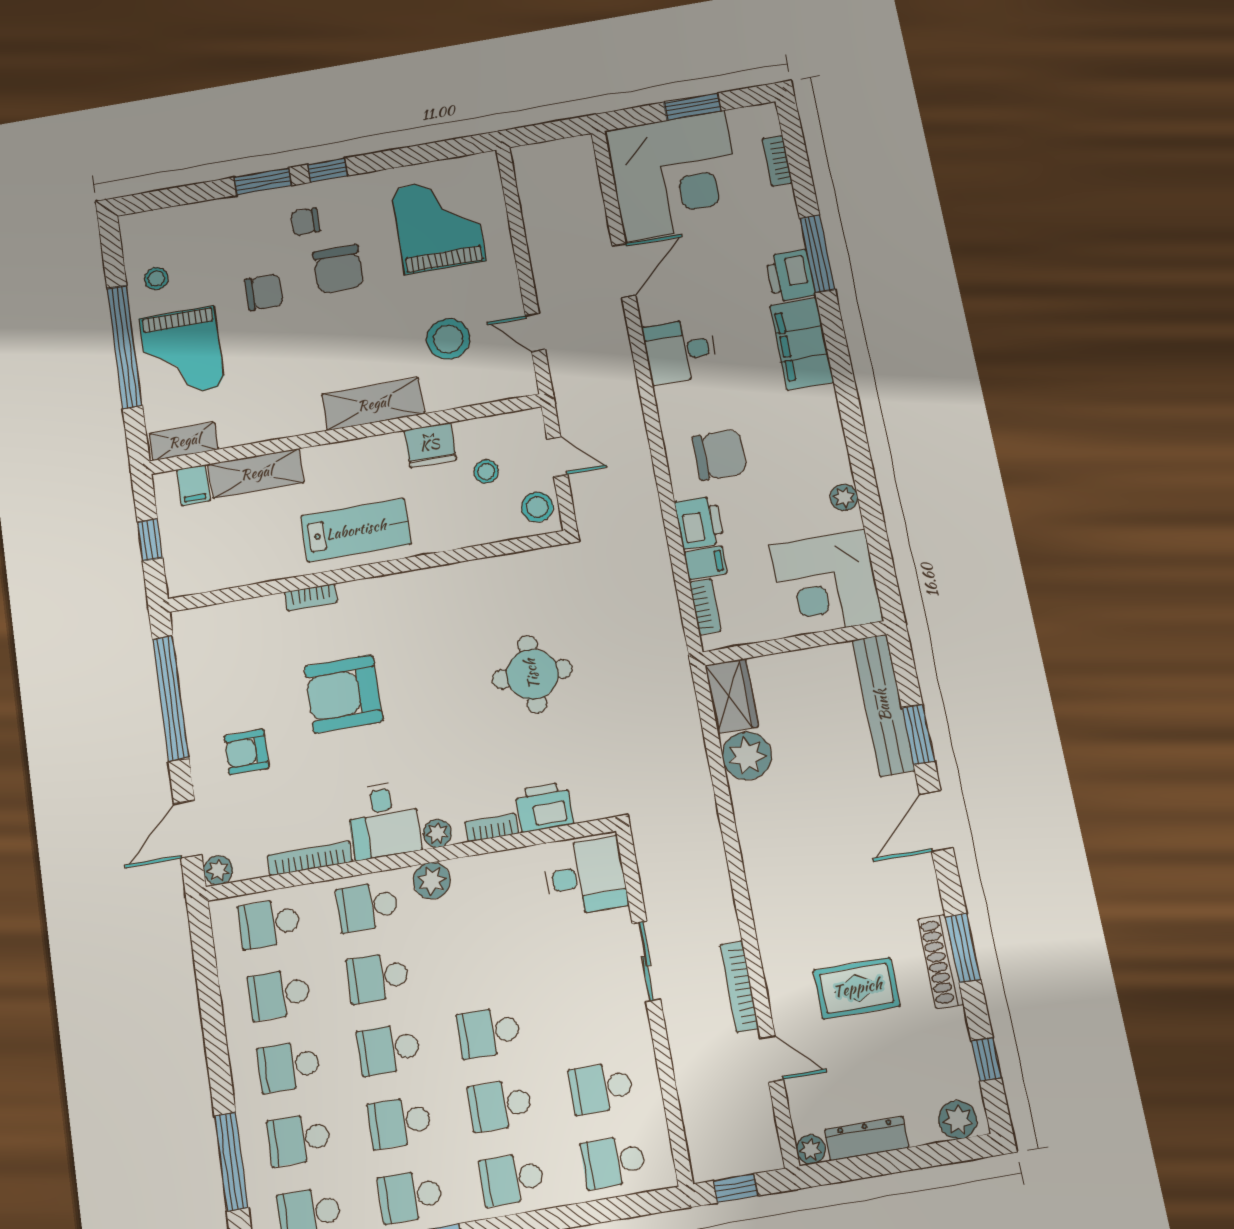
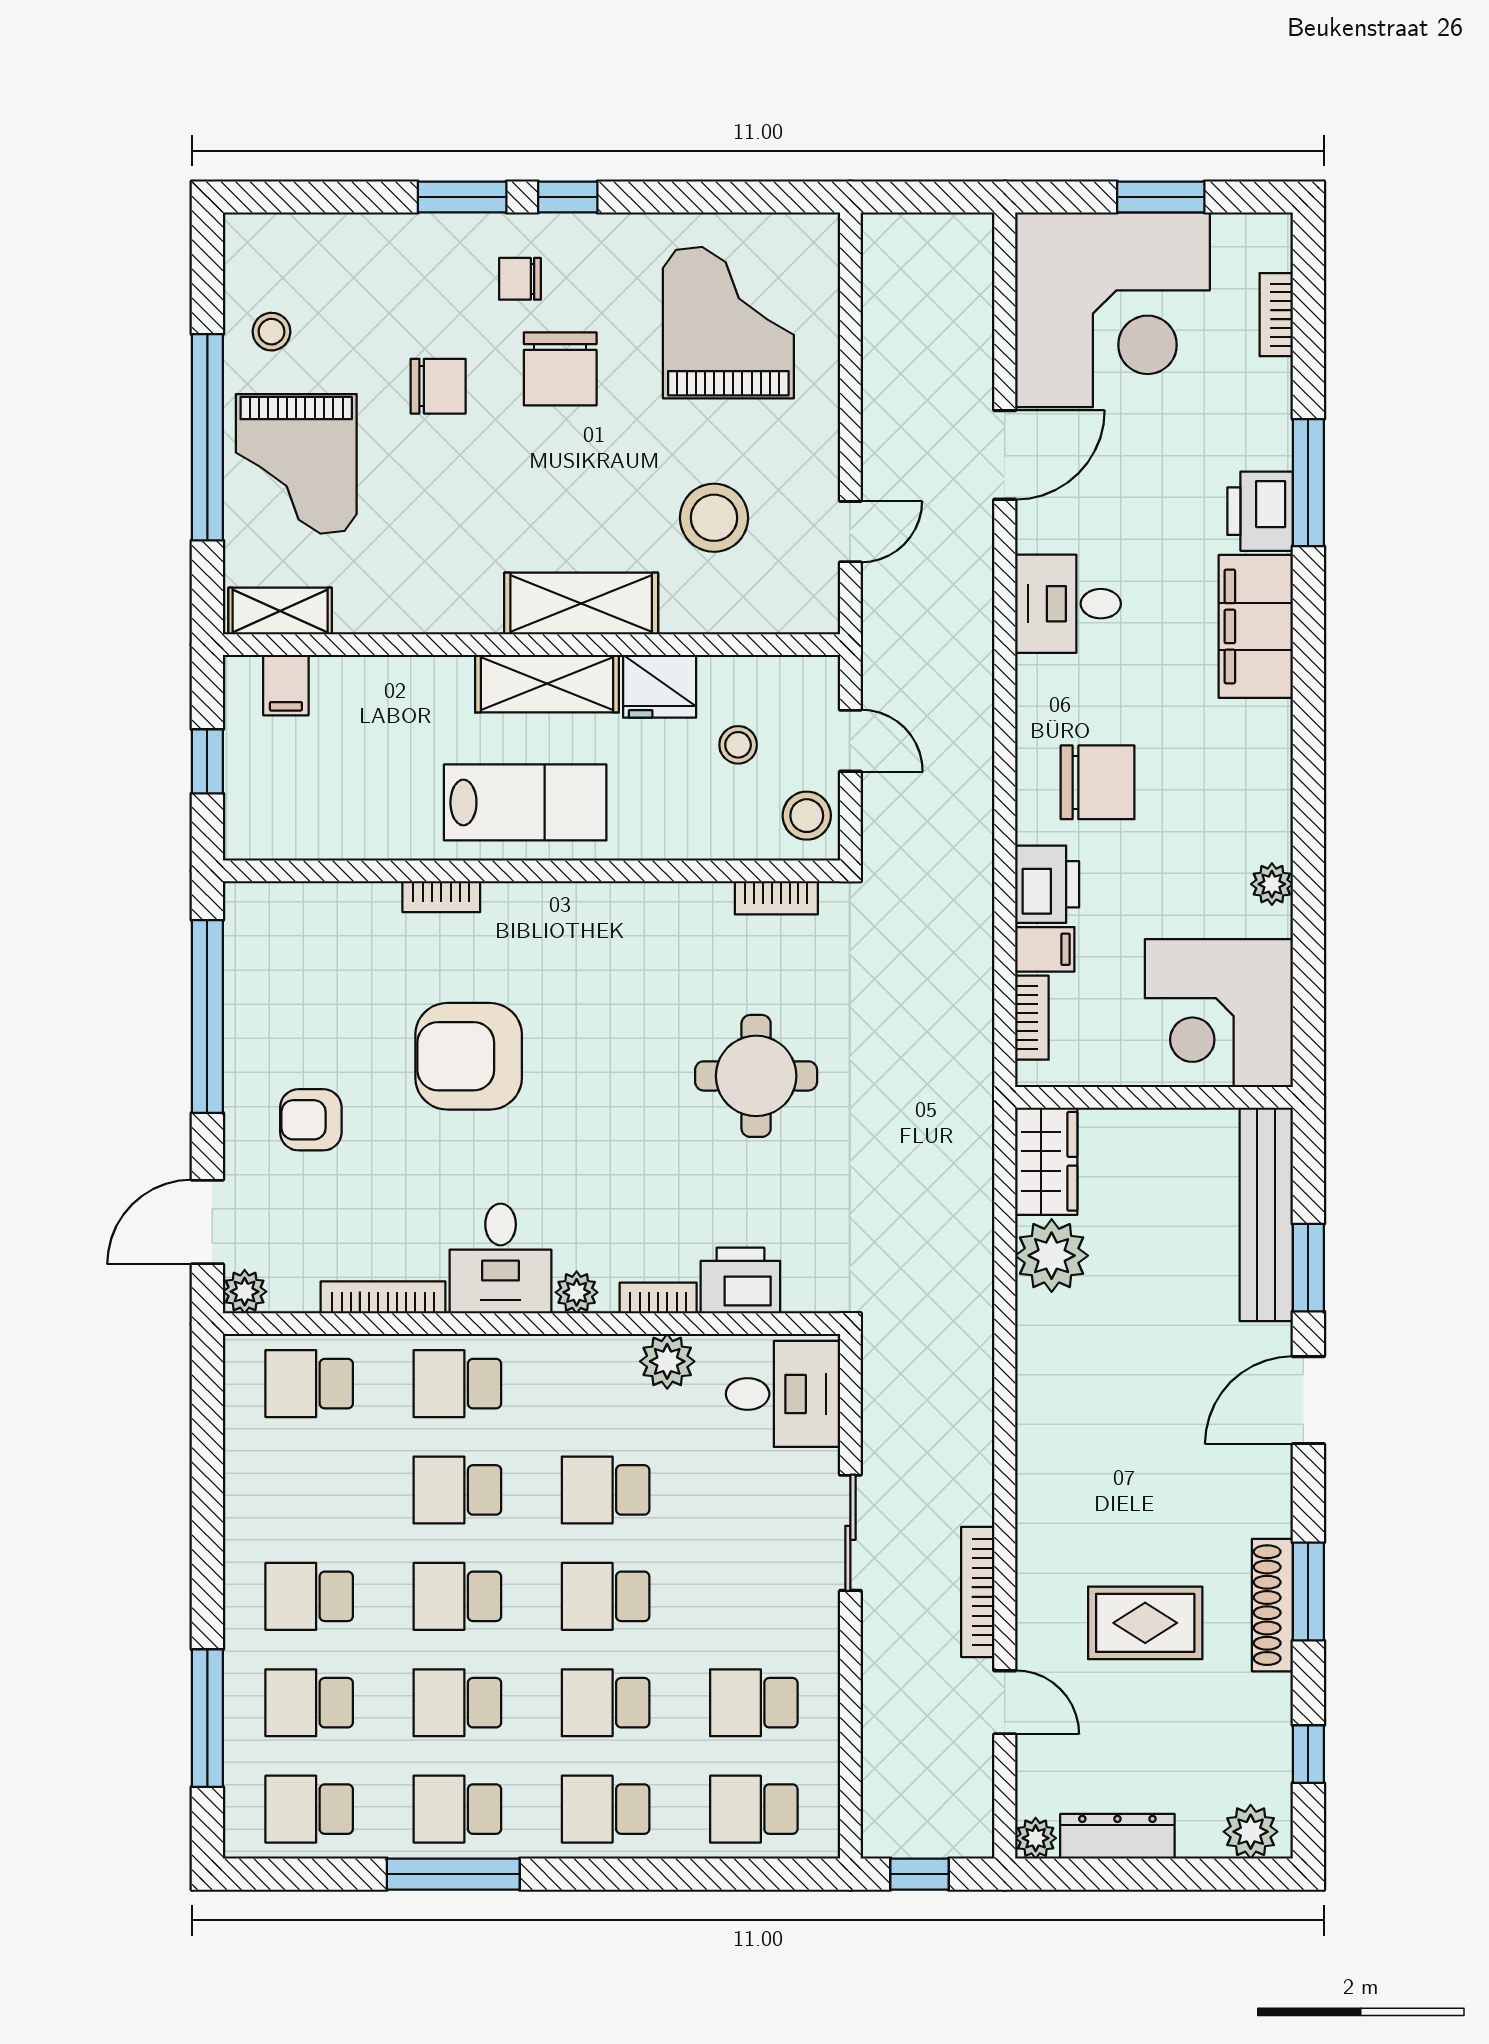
door: (535, 332) -> (850, 532), swing flipped
shelving: (256, 473) -> (547, 684), moved
bookcase: (526, 561) -> (776, 898), added
plant: (432, 881) -> (667, 1361), moved
school desk: (279, 994) -> (606, 1490), moved

